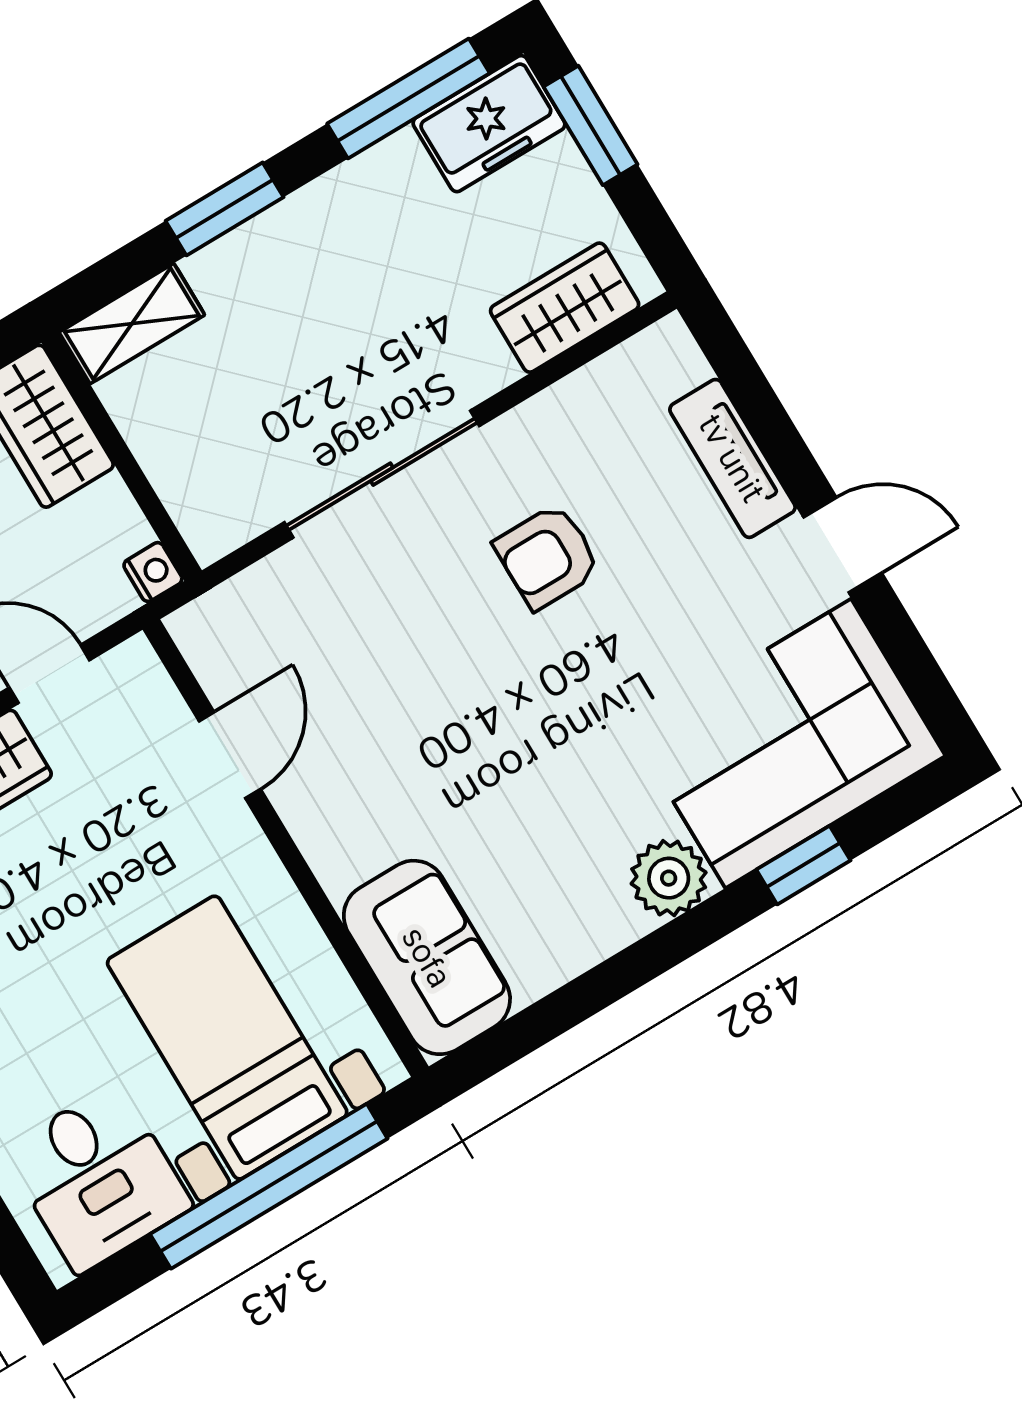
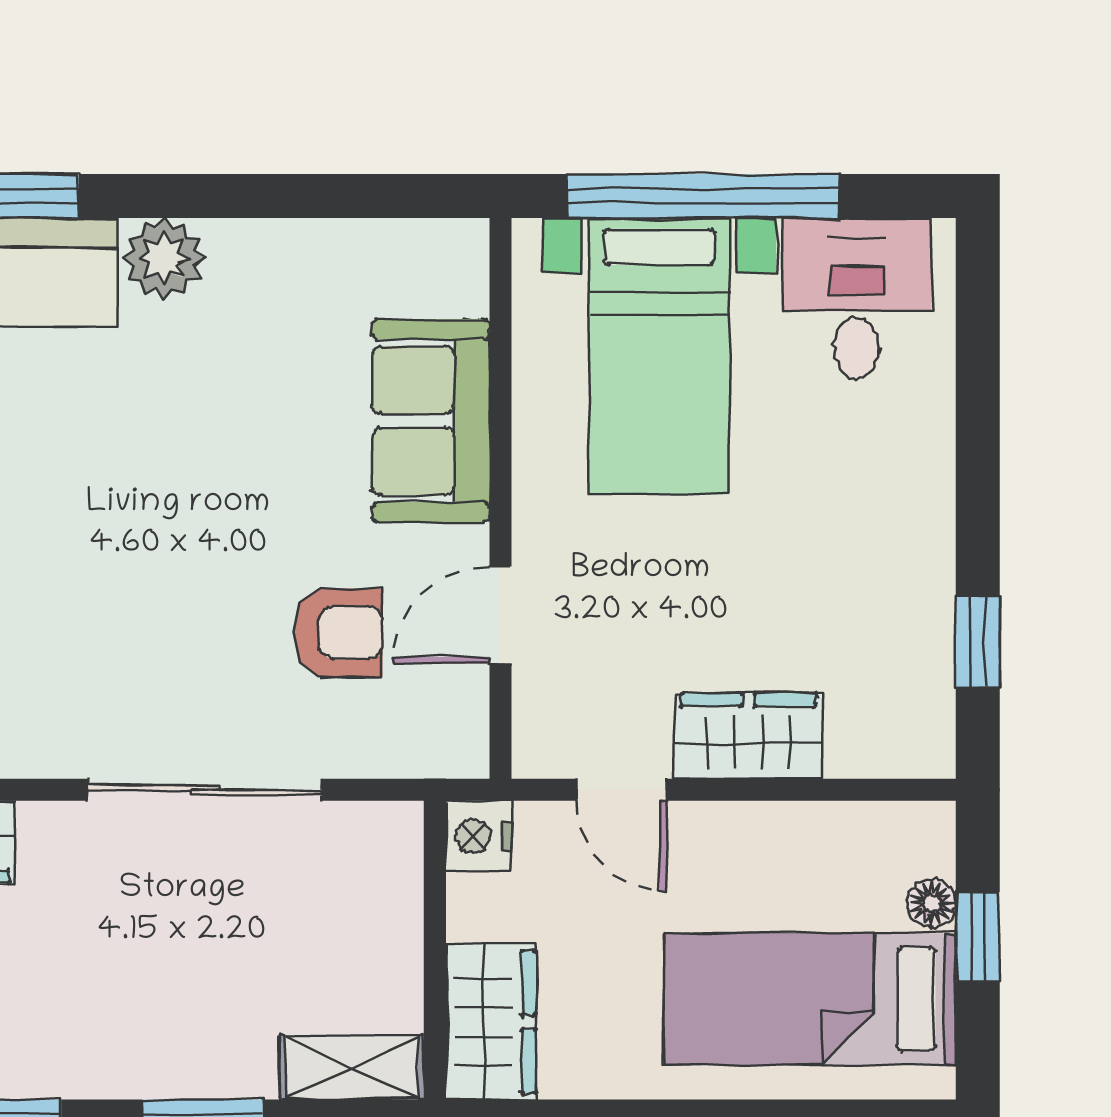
armchair: (547, 557) -> (338, 633), moved
nightstand: (153, 572) -> (478, 836), width x1.39, depth x1.35
sofa: (427, 957) -> (431, 421), moved

